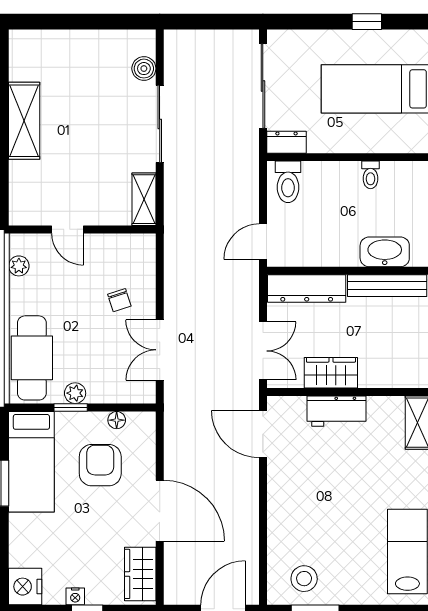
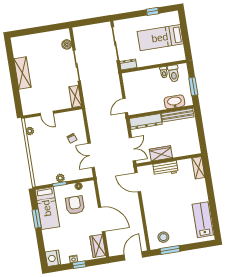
toilet: (288, 182) -> (174, 73), moved
cafe table: (32, 358) -> (41, 167), removed

